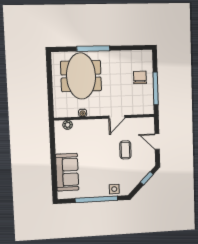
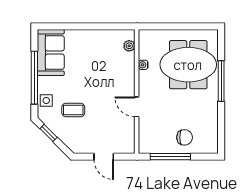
door: (157, 142) -> (104, 157), swing flipped
coffee table: (125, 150) -> (73, 110), moved
sofa: (67, 172) -> (51, 52), moved, turned -90
window: (147, 178) -> (49, 133), moved

